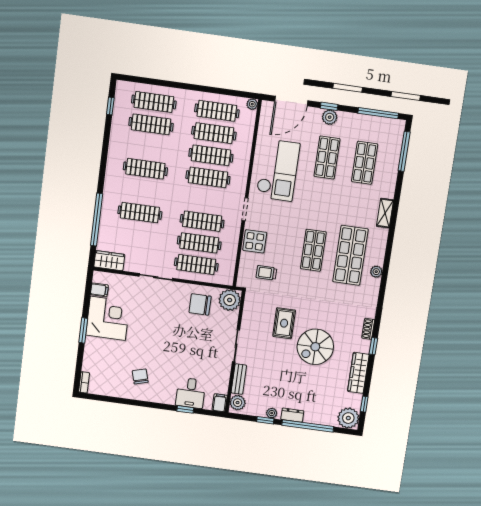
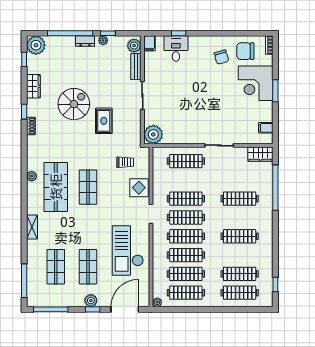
clothes rail: (199, 243) -> (186, 217), moved
chair: (200, 304) -> (245, 51), moved, turned 180
corner desk: (108, 318) -> (256, 83), moved
wardrobe: (358, 373) -> (33, 86), width x0.67

